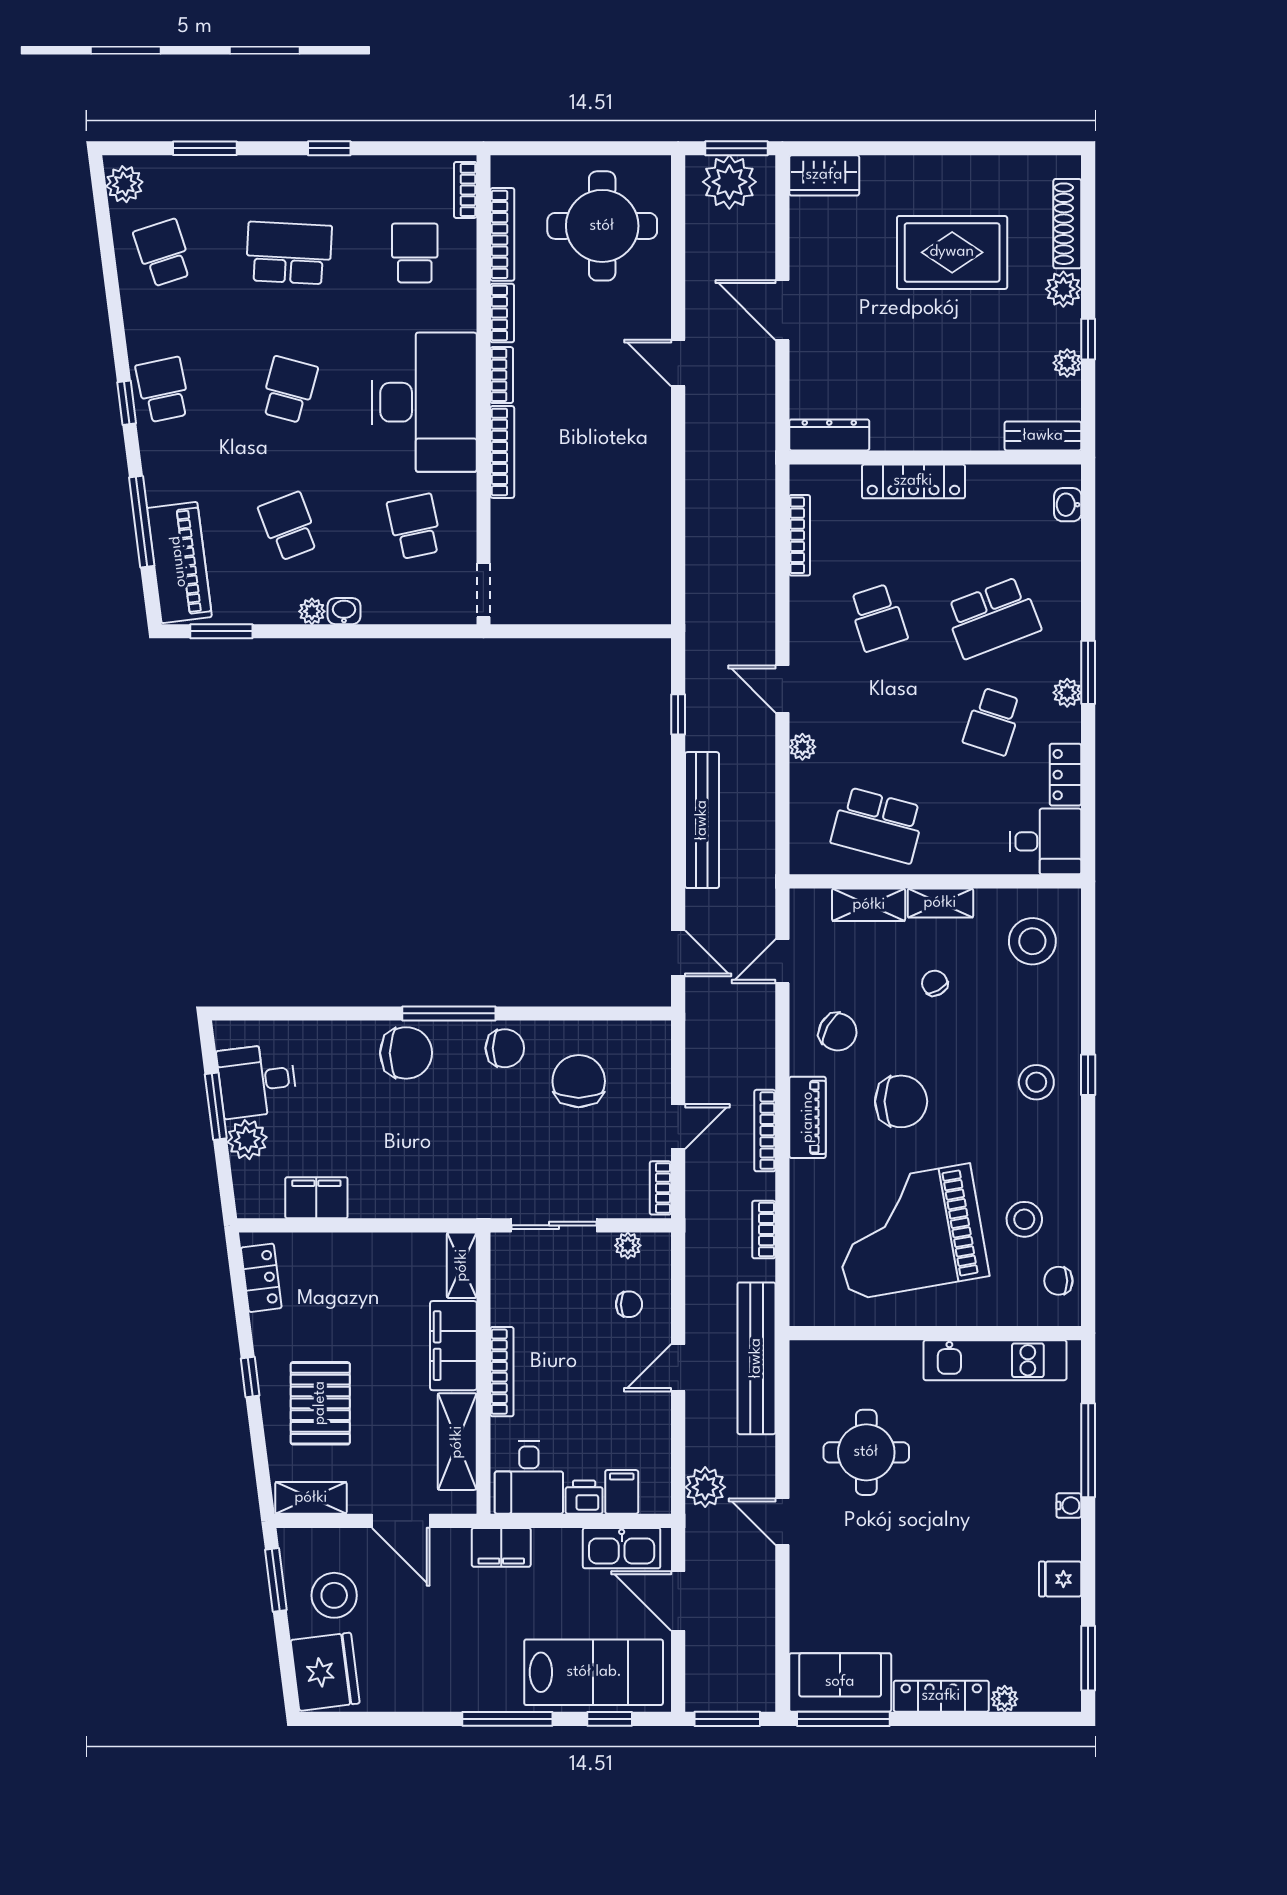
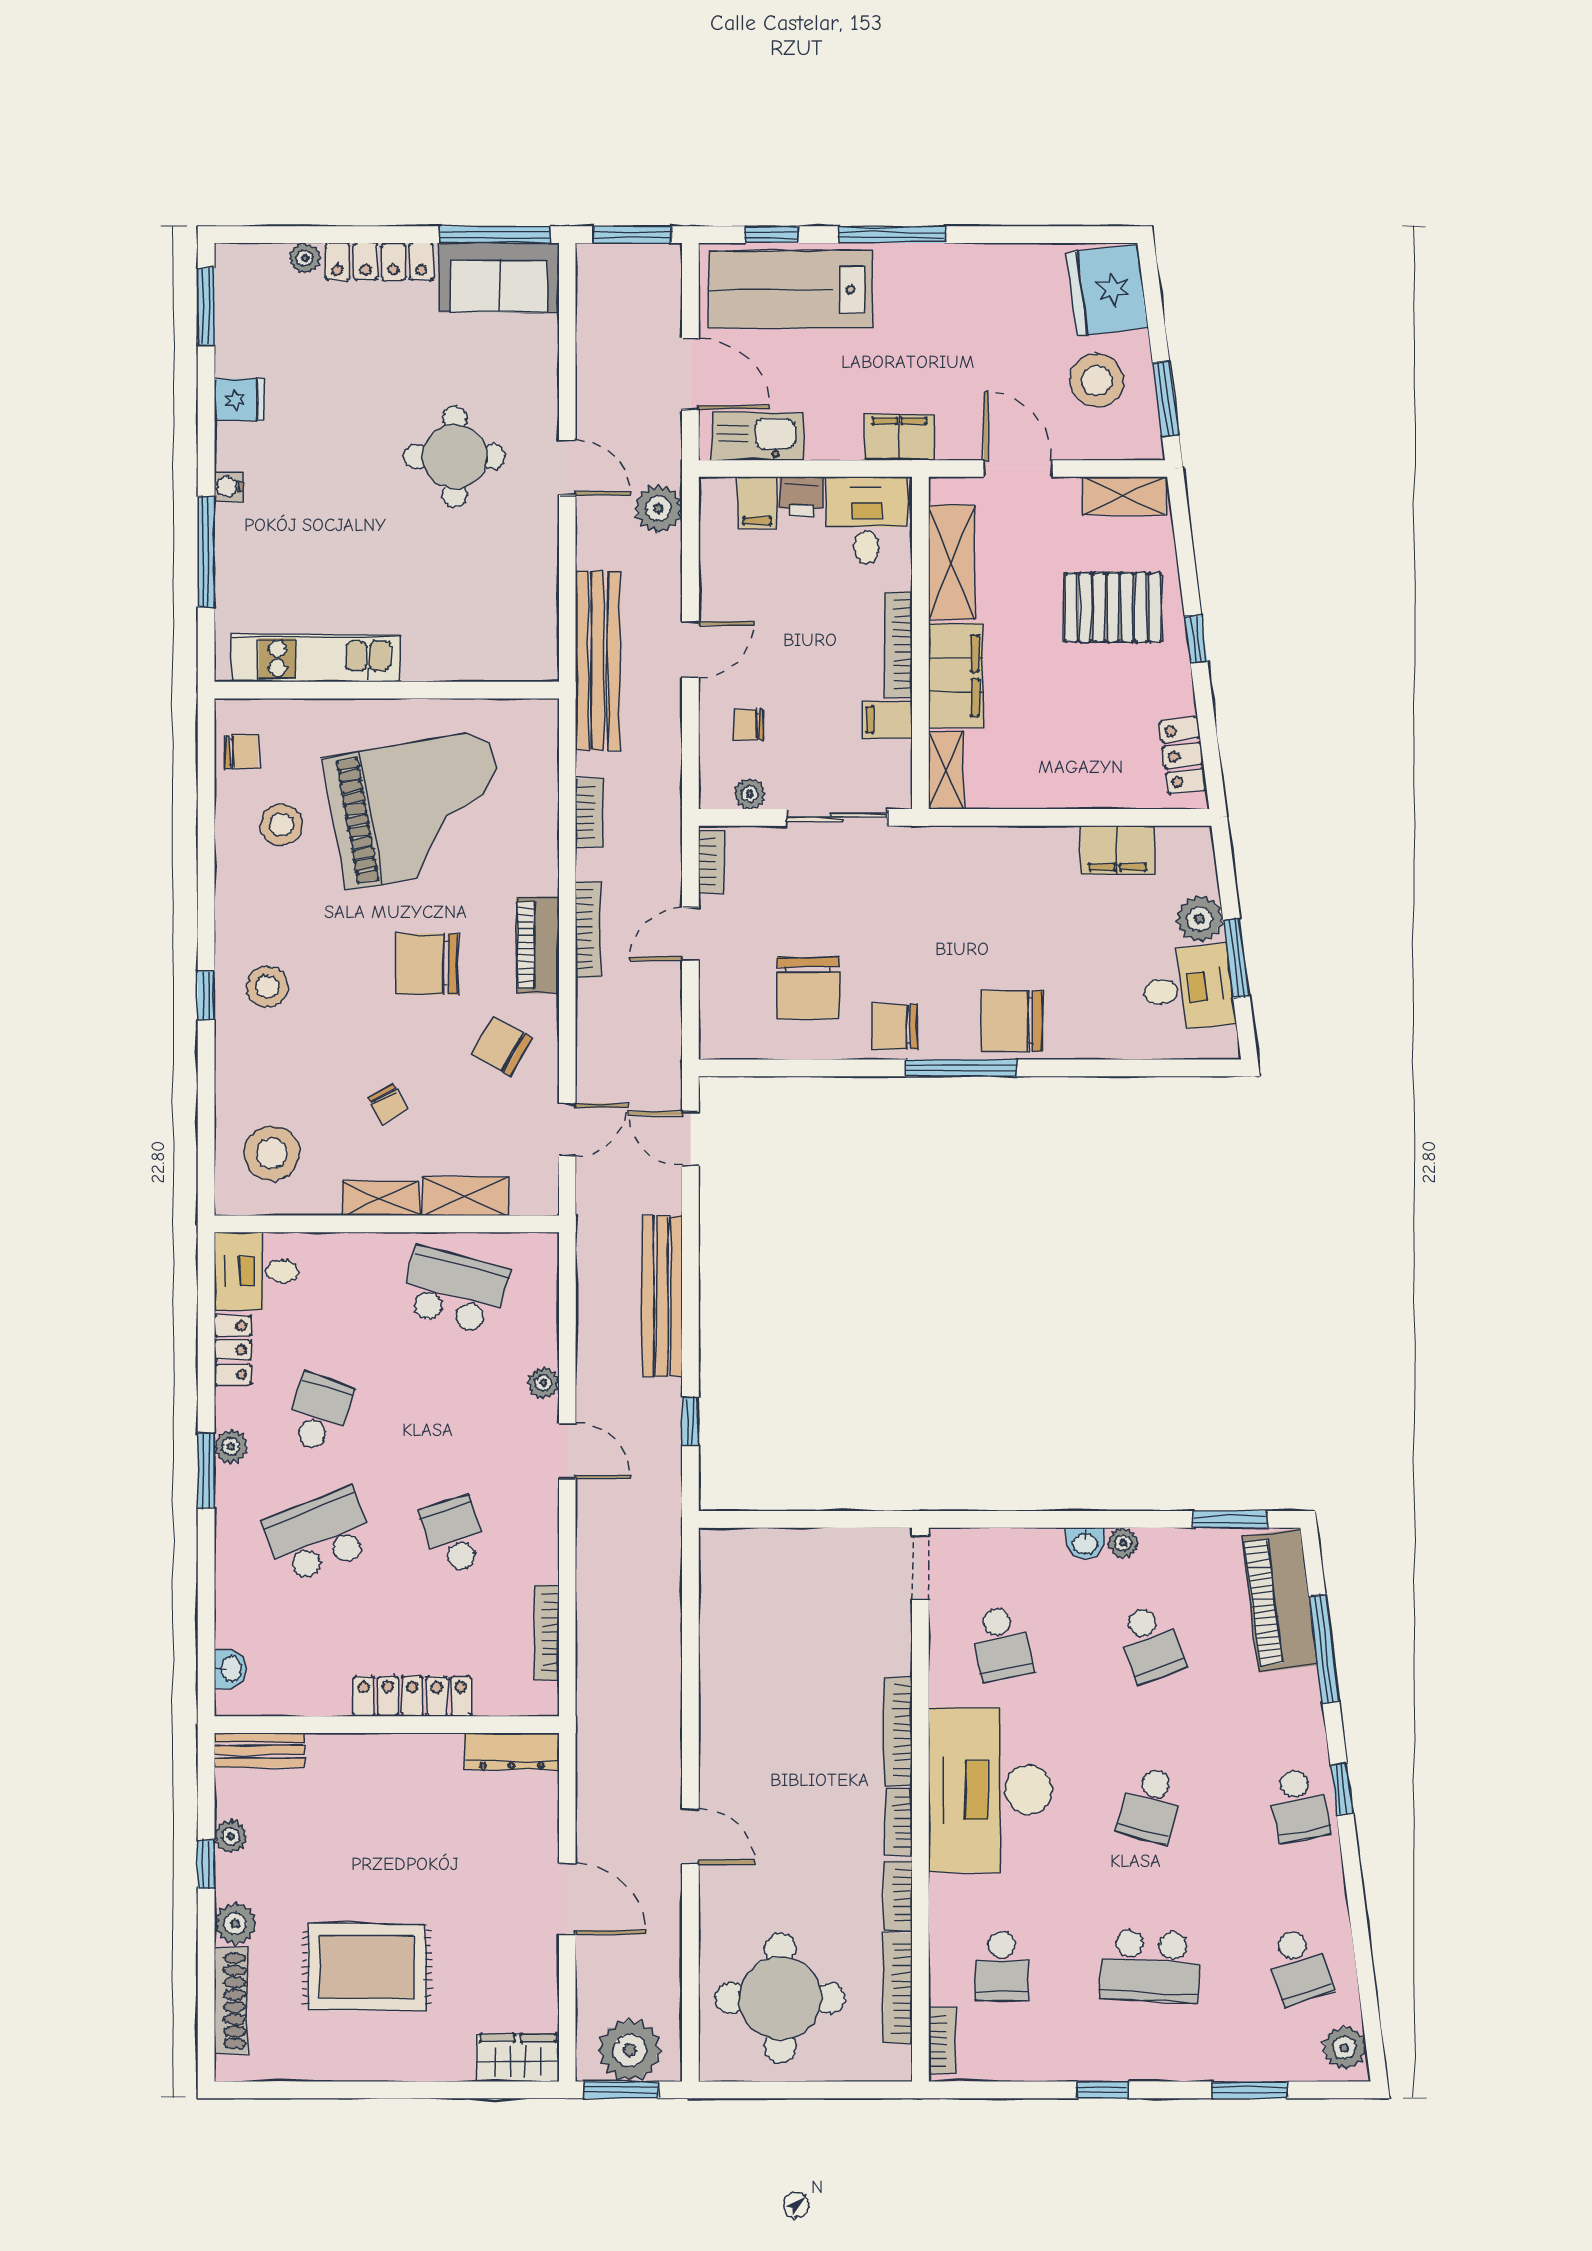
filing cabinet: (512, 1308) -> (887, 720), added
pallet: (320, 1403) -> (1113, 607), turned 90
round table: (866, 1452) -> (455, 456), moved

